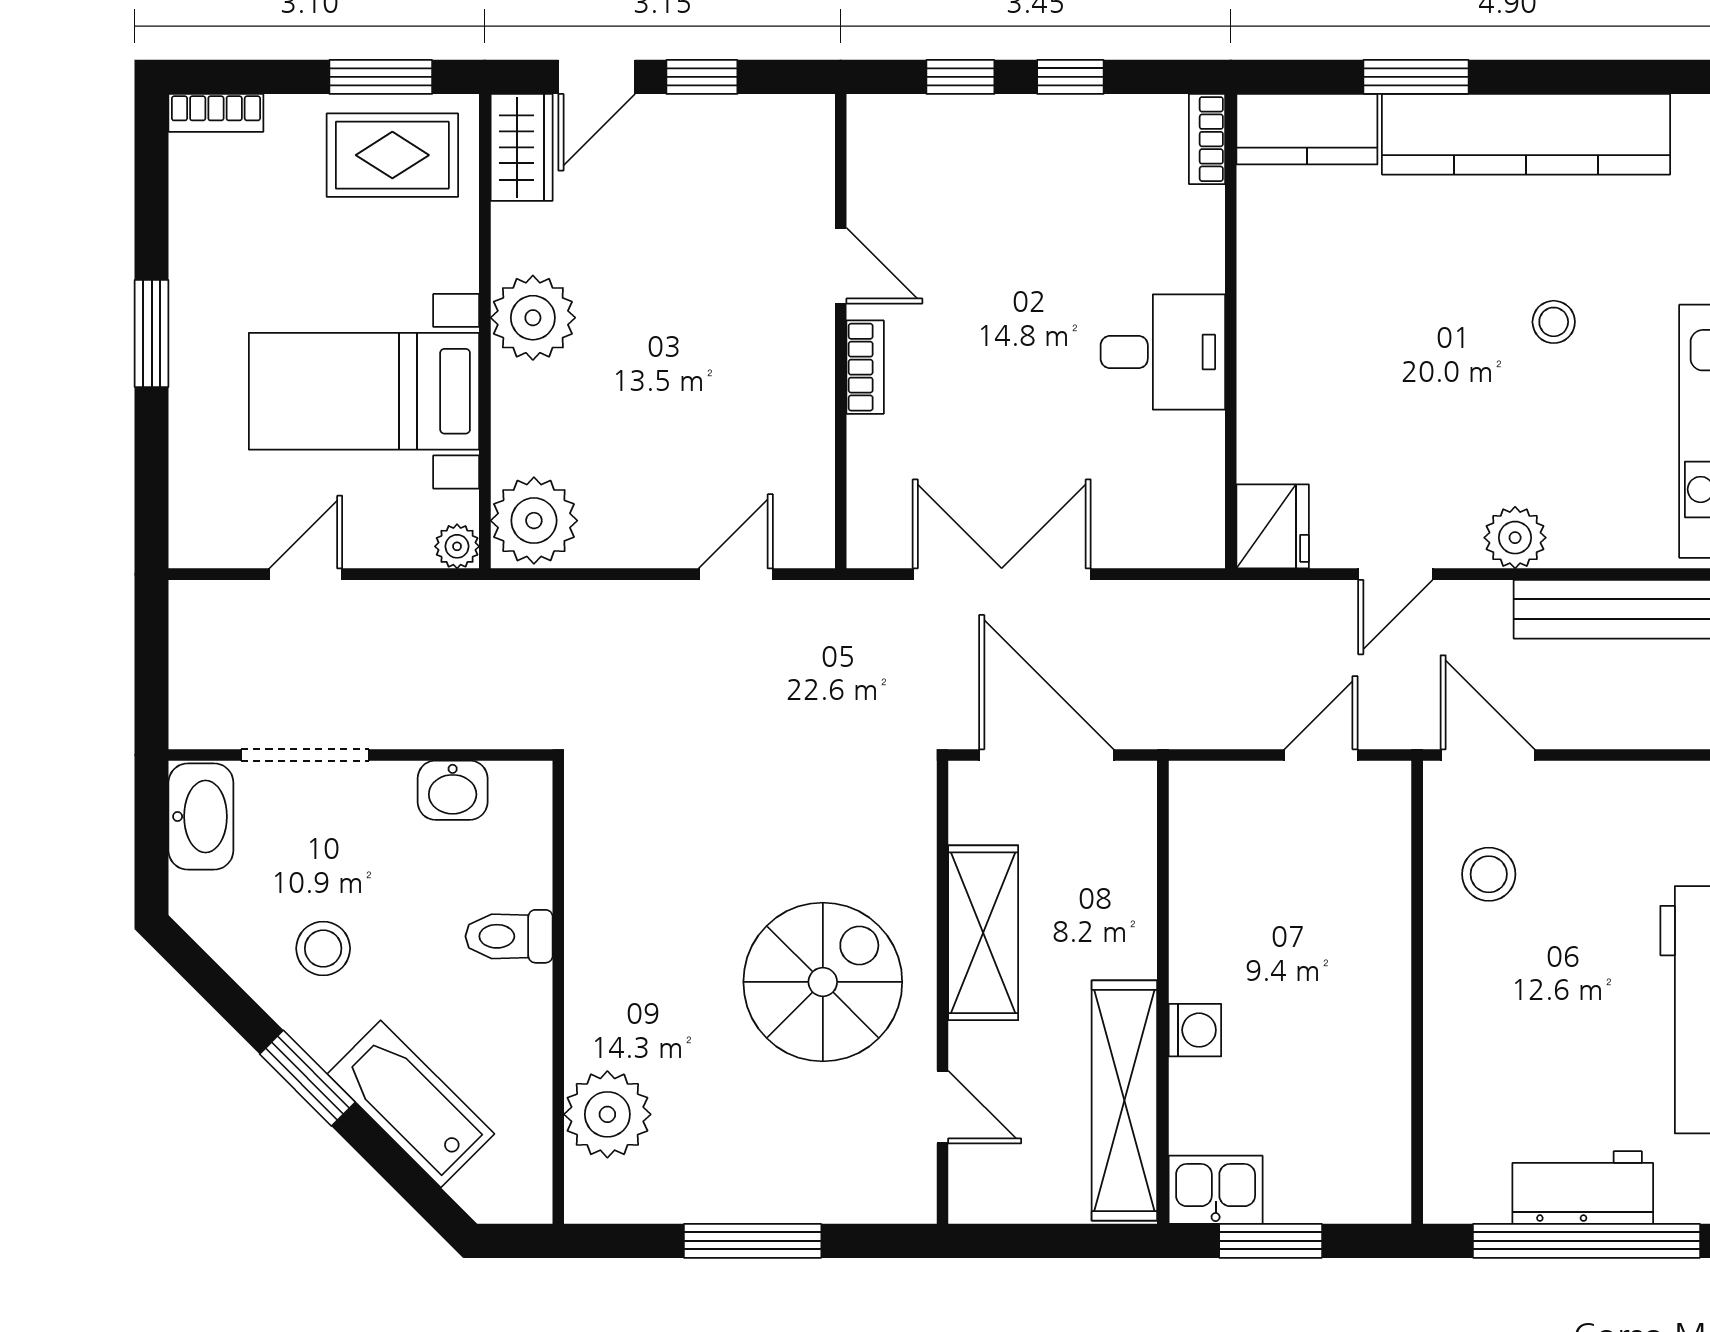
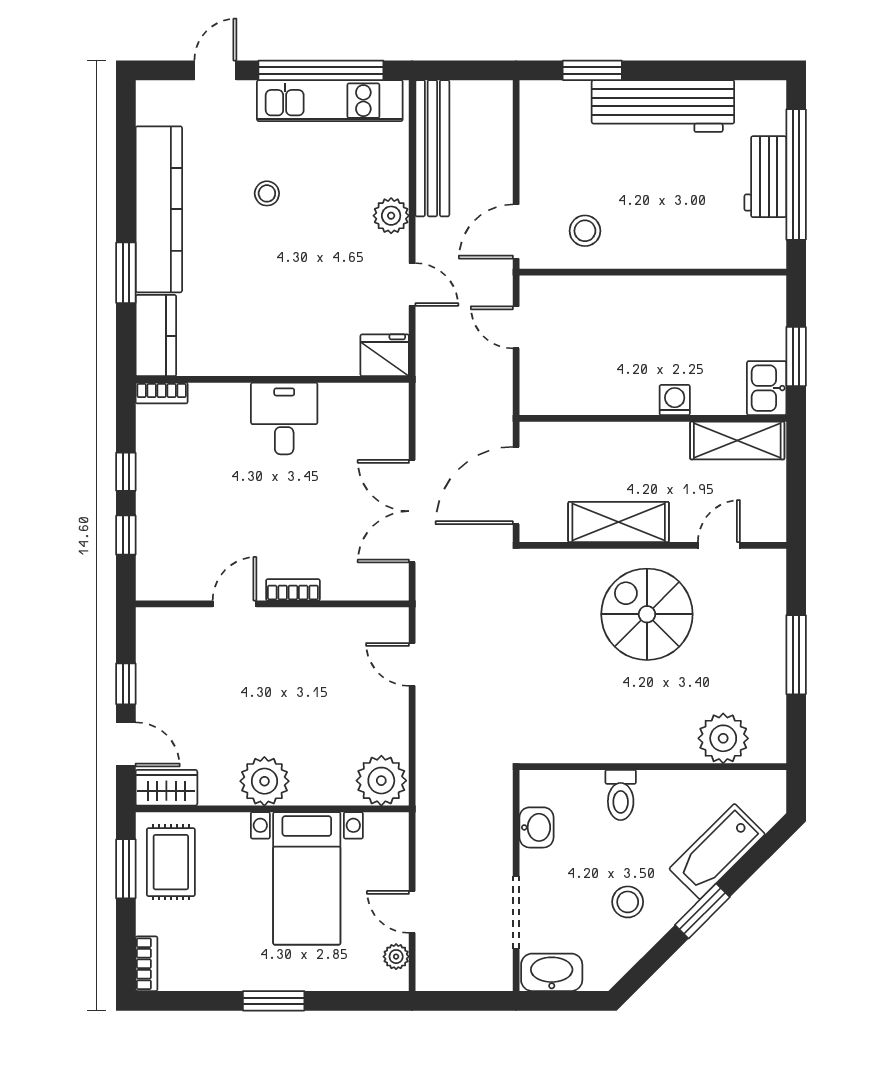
plant: (457, 546) -> (396, 957), moved
shelving: (1124, 1100) -> (737, 441), width x0.68

